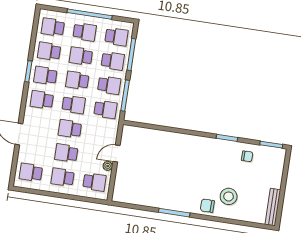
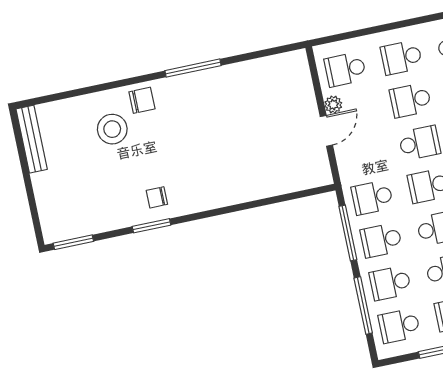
school desk: (66, 153) -> (410, 100), turned 180
chair: (247, 156) -> (157, 197), moved
school desk: (63, 177) -> (401, 58), turned 180

